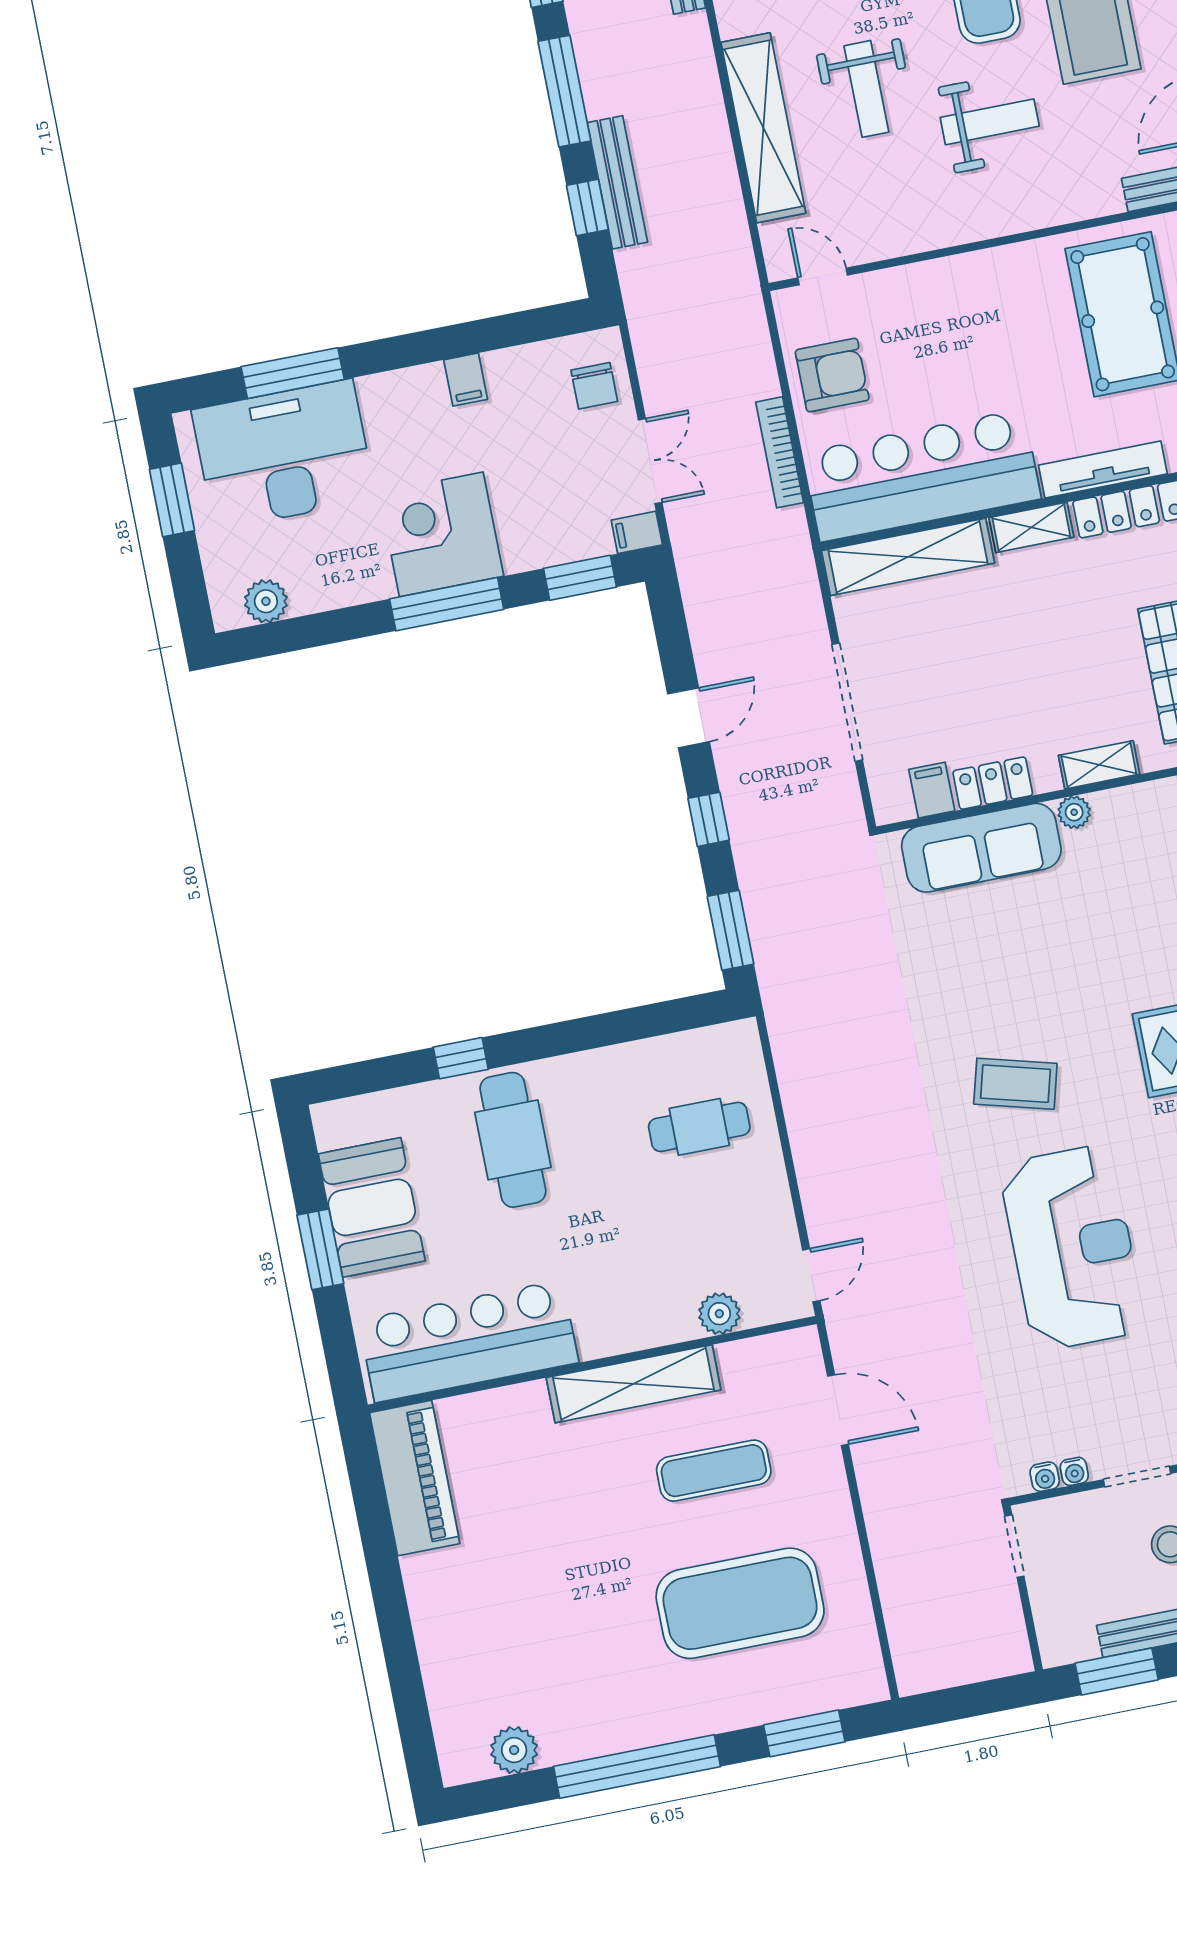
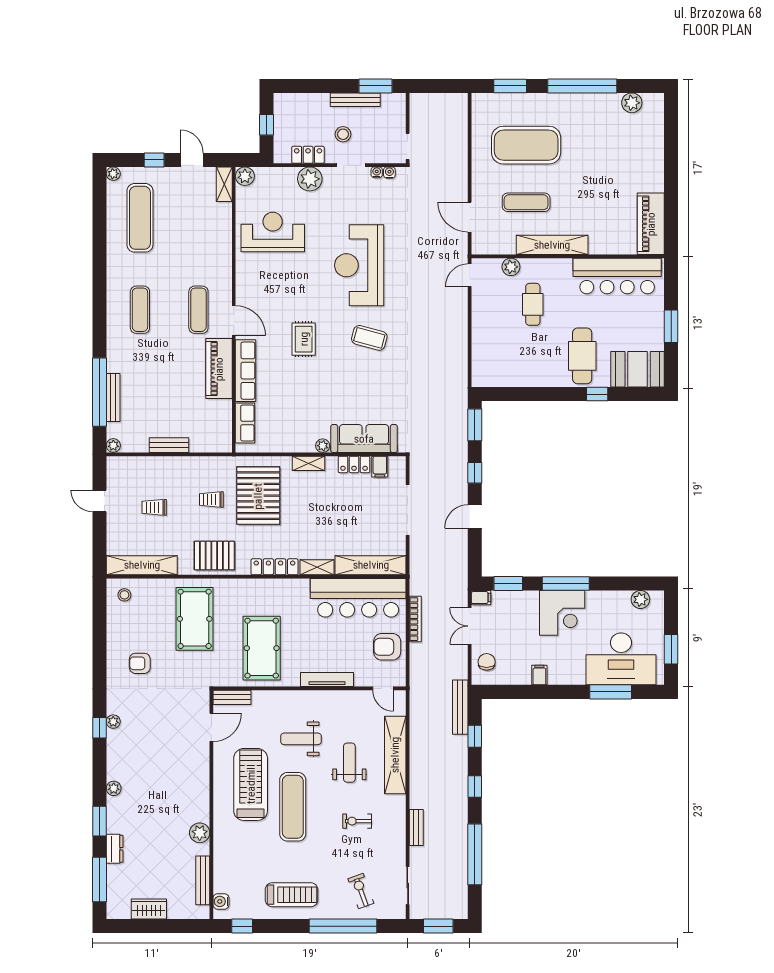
window: (564, 91) -> (475, 786), width x0.46
bench: (617, 182) -> (460, 707), moved
tv unit: (1103, 469) -> (327, 680), moved, turned 180
cafe table: (699, 1127) -> (533, 304), moved, turned 90
booth: (372, 1207) -> (638, 369), moved, turned 90

